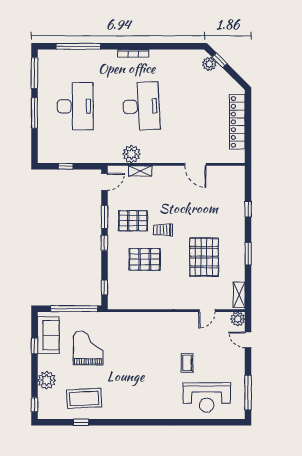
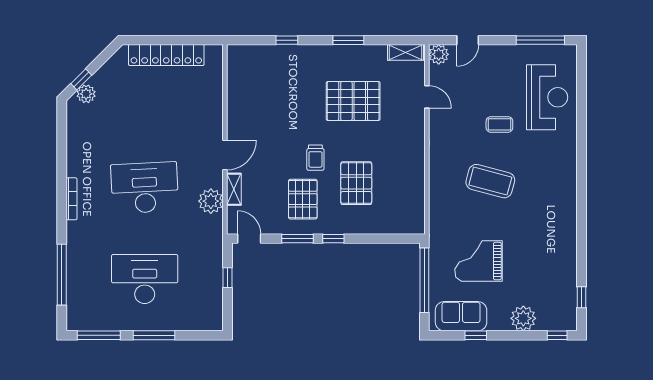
door: (195, 164) -> (225, 155), moved
window: (66, 166) -> (228, 278), moved
window: (104, 287) -> (395, 239), removed
coffee table: (84, 398) -> (490, 181), moved, turned -72
window: (81, 422) -> (581, 297), moved

